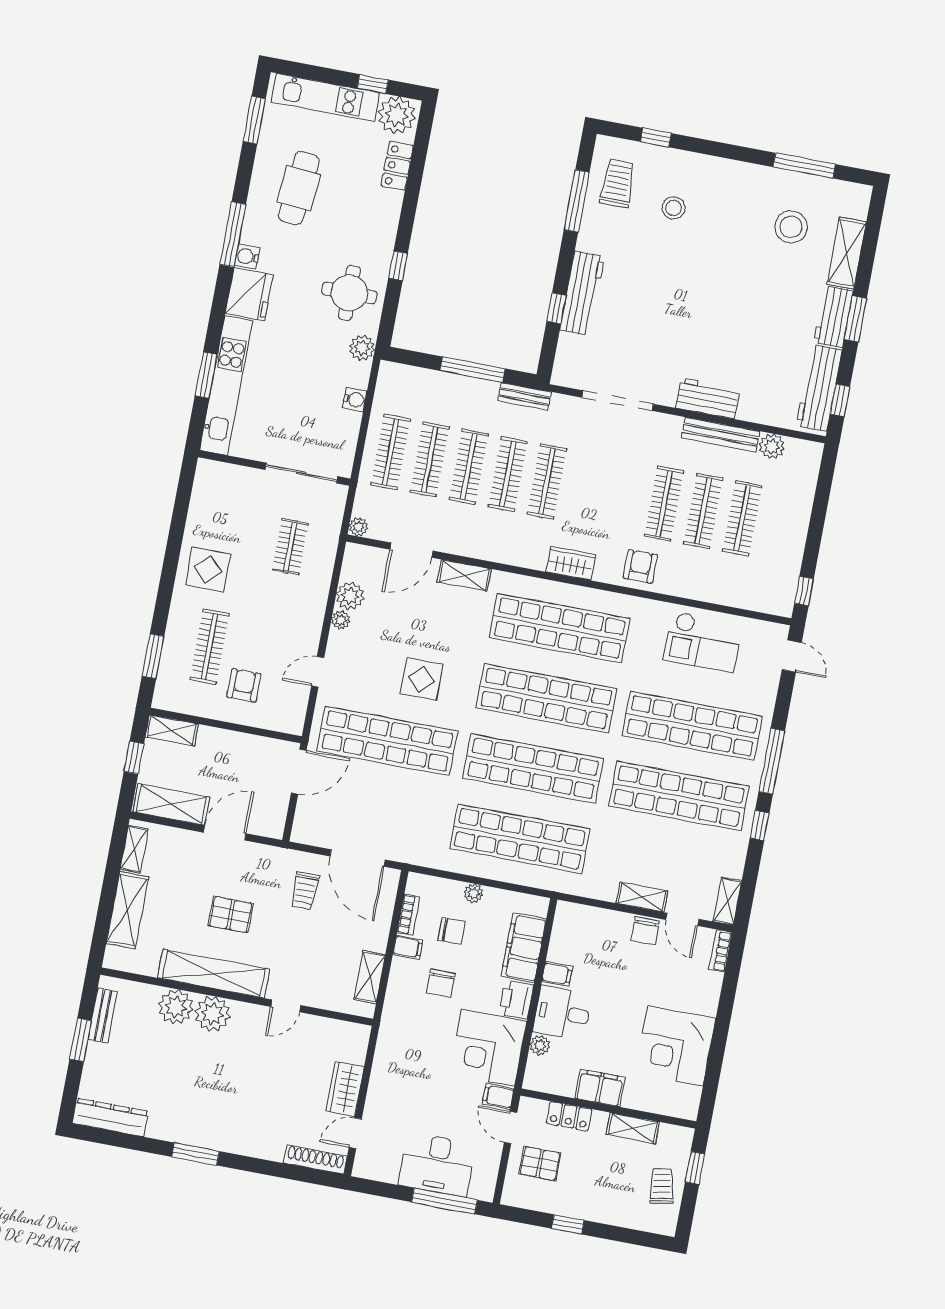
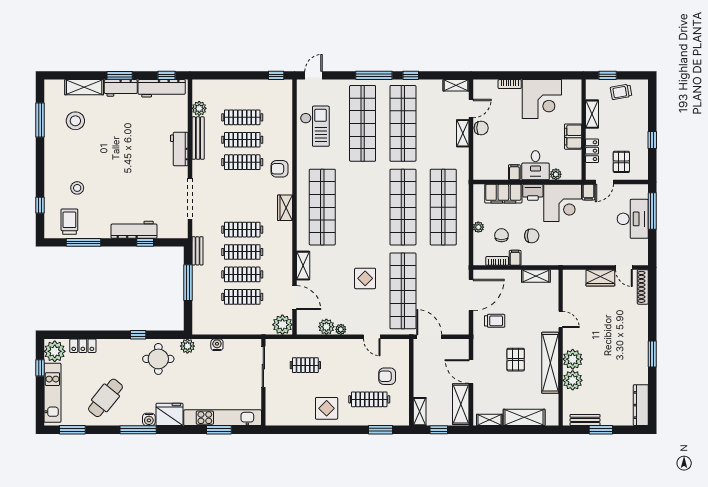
trolley: (618, 183) -> (69, 222), turned 90
cafe table: (299, 188) -> (105, 398), turned -56
clothes rail: (391, 452) -> (242, 319), removed
plant: (358, 527) -> (282, 325), width x1.88, depth x1.88
shop shelf: (546, 698) -> (363, 207), removed
bookcase: (720, 951) -> (510, 84), moved

